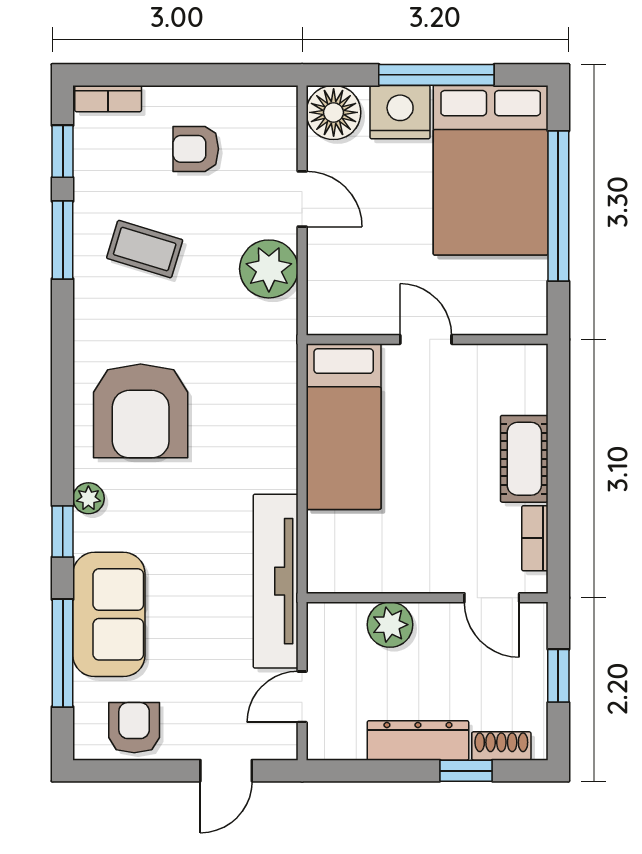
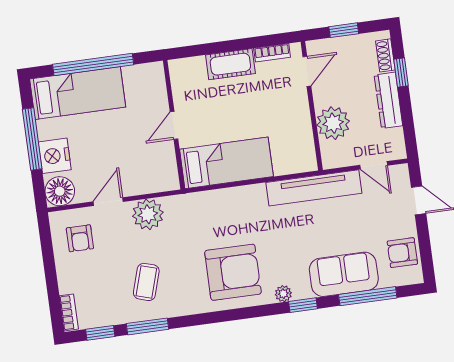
armchair: (196, 149) -> (80, 238), moved
bed: (491, 170) -> (78, 93), width x0.67
plant: (390, 625) -> (333, 123), width x1.36, depth x1.36

